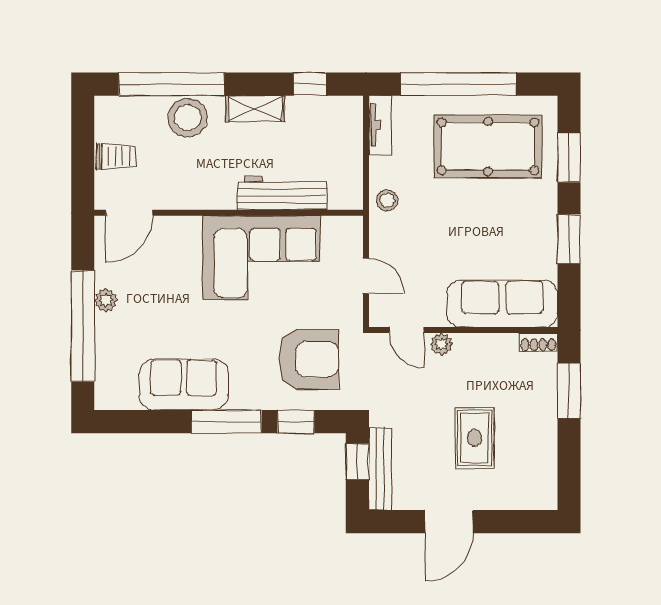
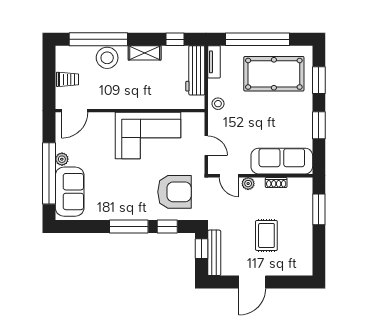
workbench: (282, 193) -> (195, 70), moved, turned -90
shoe rack: (538, 342) -> (276, 182), moved
sofa: (184, 384) -> (70, 192), moved, turned 90

